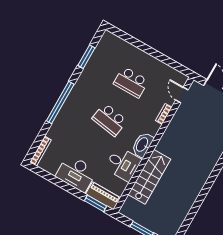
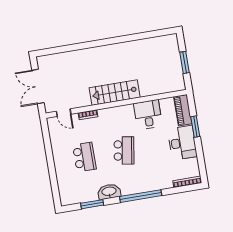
door: (182, 95) -> (64, 113), hinge flipped
washbasin: (142, 145) -> (109, 192), moved, turned 180
stairs: (149, 177) -> (115, 93), moved
window: (95, 203) -> (195, 127), moved

